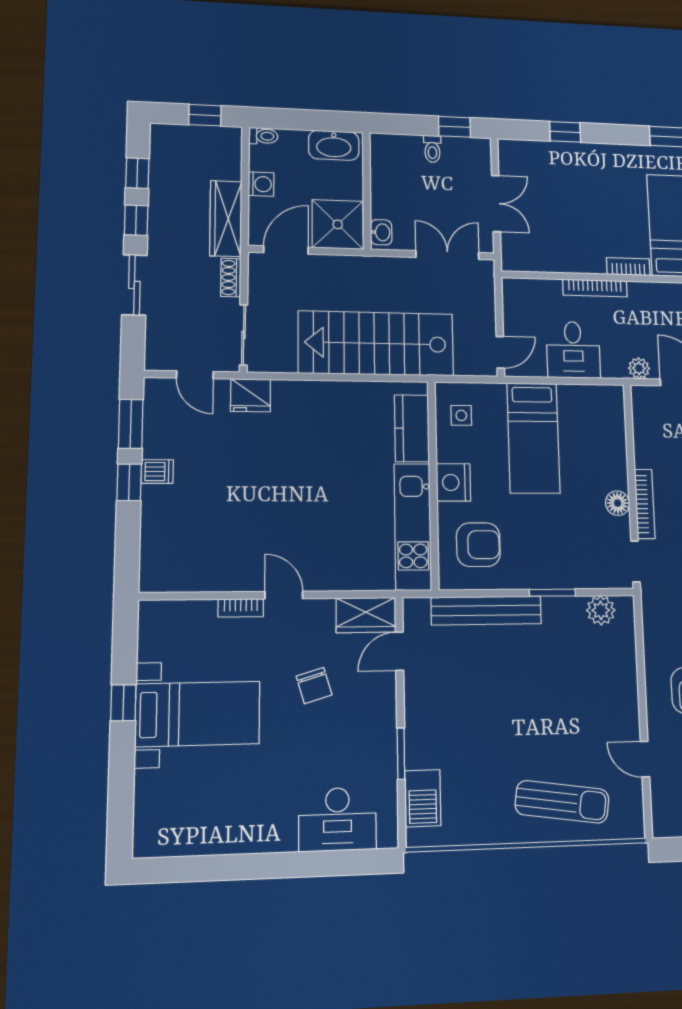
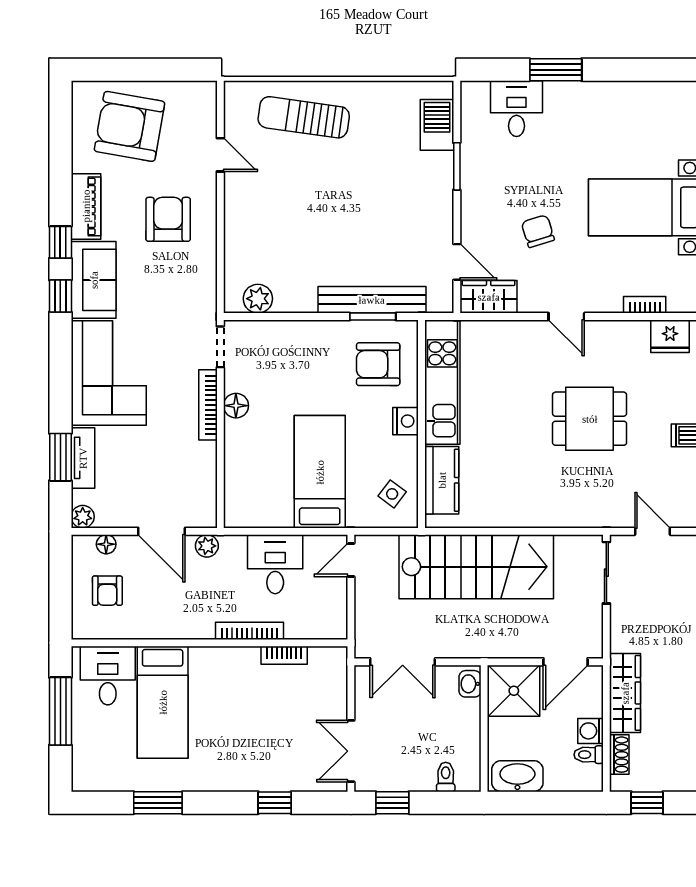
toilet: (263, 136) -> (589, 755), moved
toilet: (432, 149) -> (446, 777), moved
double door: (496, 204) -> (351, 751), moved
bookcase: (628, 267) -> (284, 655), moved
shoe rack: (231, 278) -> (619, 755), moved
fridge: (251, 395) -> (670, 336), moved, turned 180
side table: (461, 415) -> (392, 494), turned 37
nightstand: (453, 482) -> (406, 421), width x0.74, depth x0.75
dining table: (260, 489) -> (590, 419), added
window: (552, 593) -> (373, 317), moved
bookcase: (241, 608) -> (645, 305), moved
door: (400, 651) -> (457, 262), hinge flipped
desk: (337, 819) -> (516, 109), width x0.73
window: (295, 865) -> (556, 70), added

